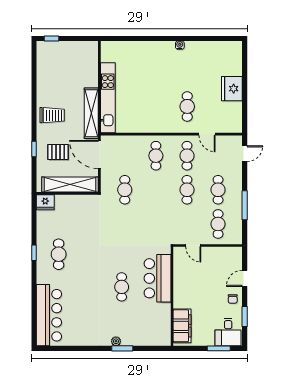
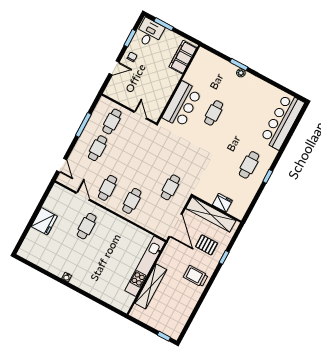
shelving: (91, 113) -> (151, 286), moved
door: (245, 154) -> (62, 165), swing flipped
cafe table: (187, 190) -> (122, 161), removed
fridge: (45, 202) -> (222, 203), moved

